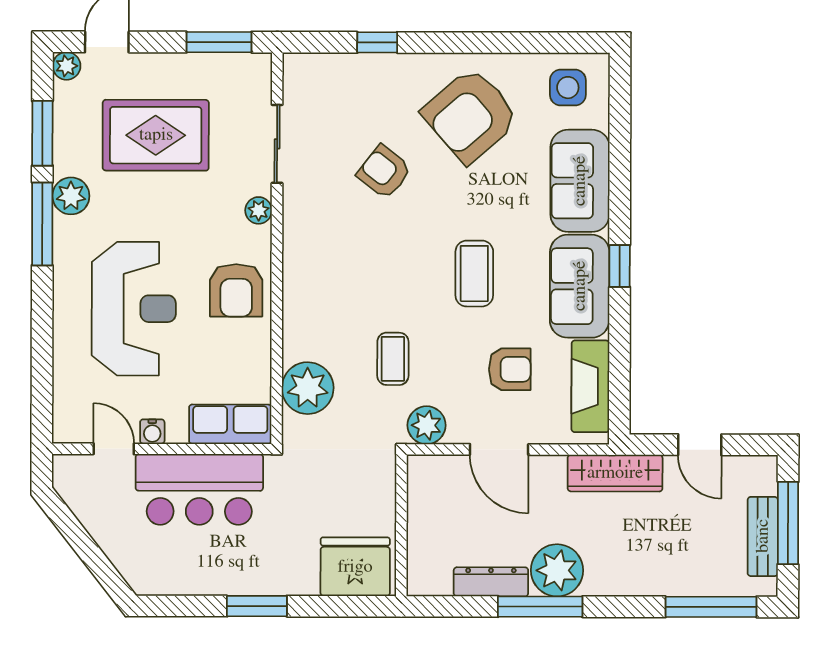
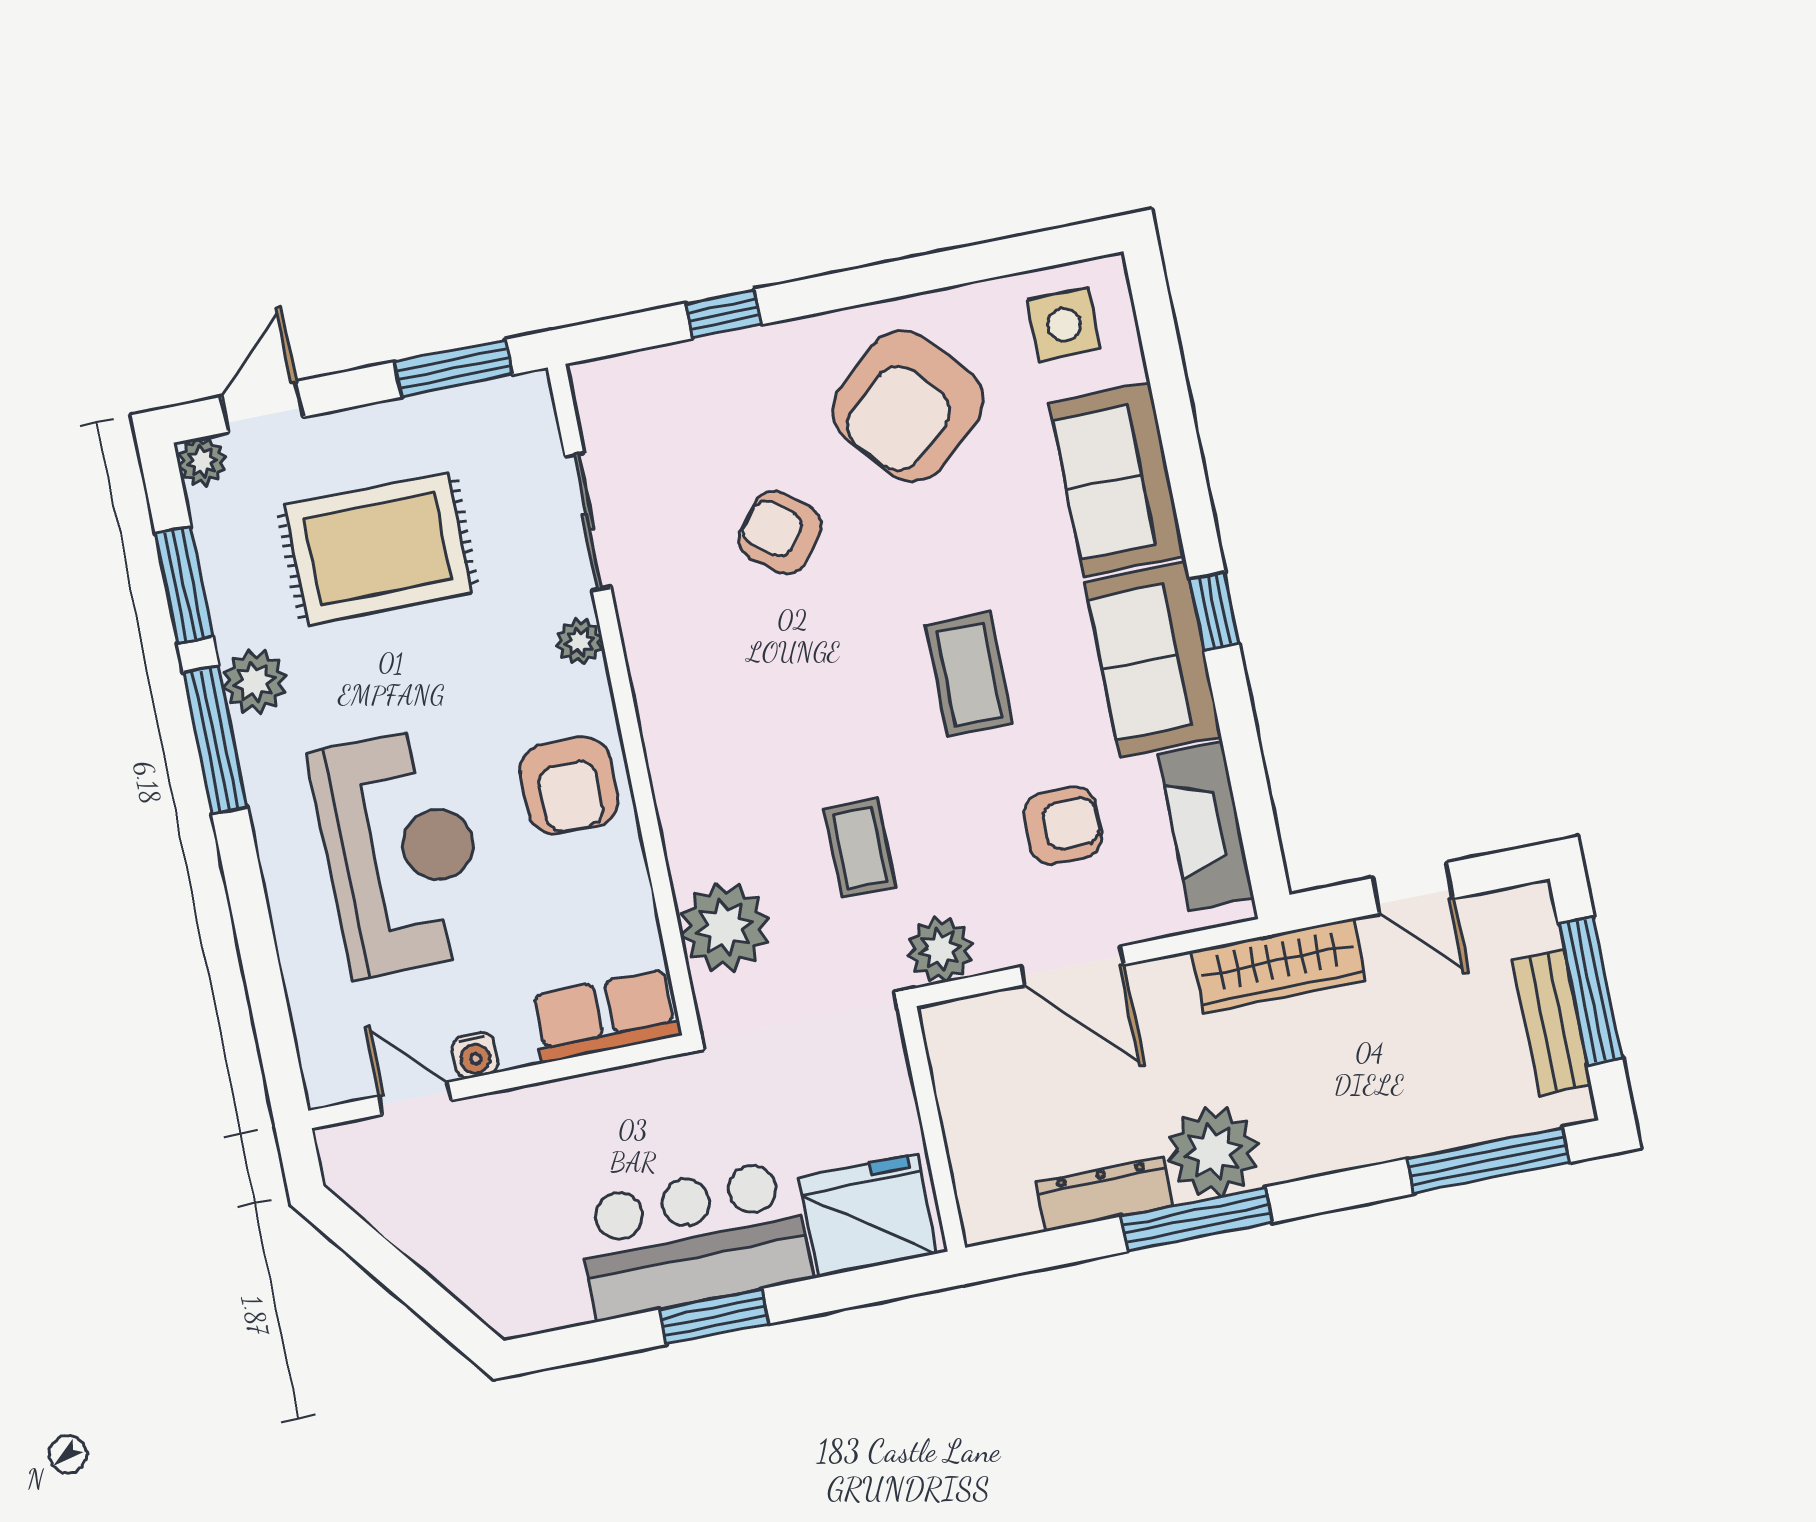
bar counter: (199, 489) -> (693, 1240), moved, turned 180

